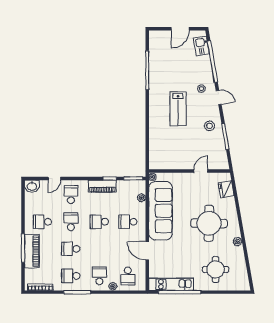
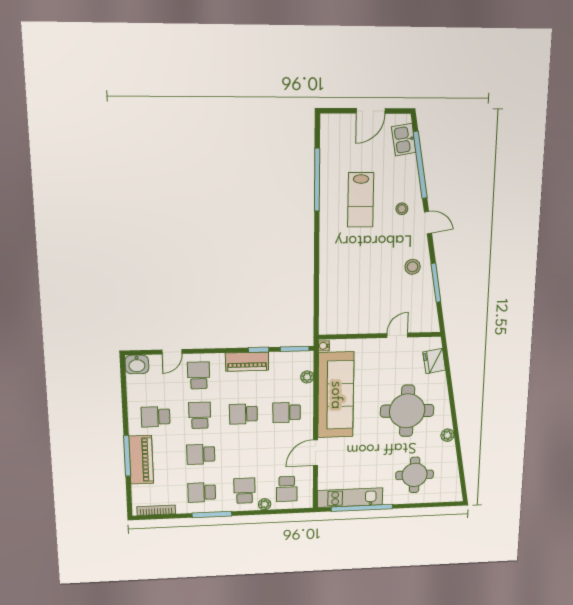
lab bench: (178, 109) -> (361, 200), moved
door: (147, 251) -> (316, 453), hinge flipped

